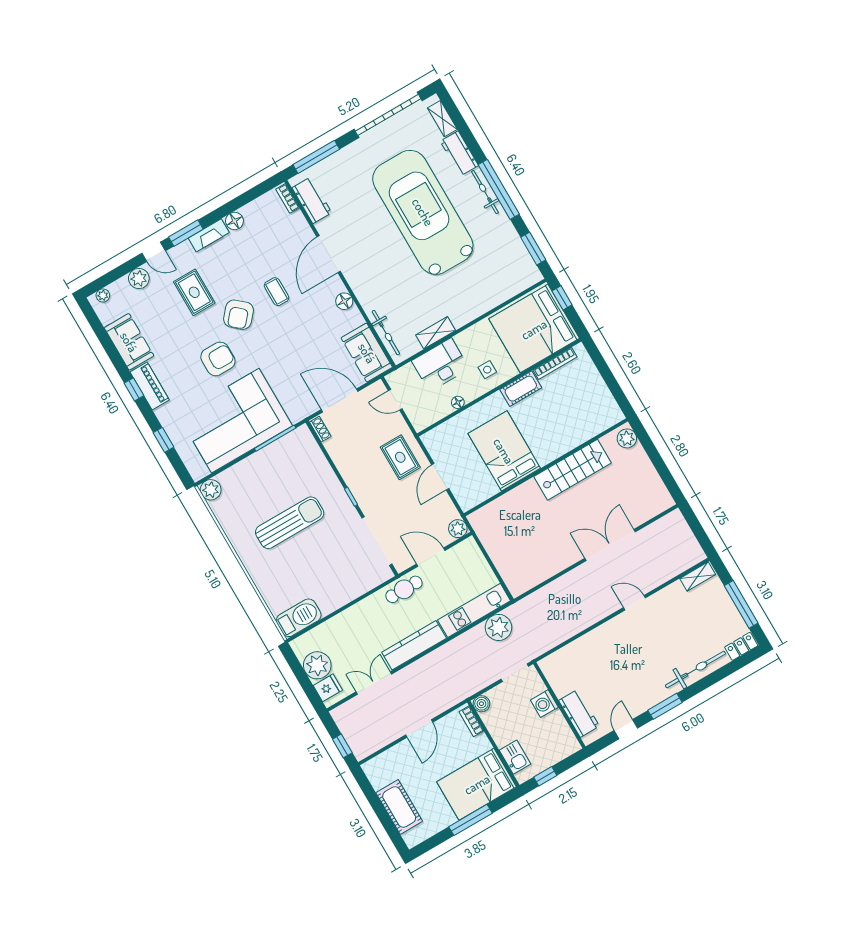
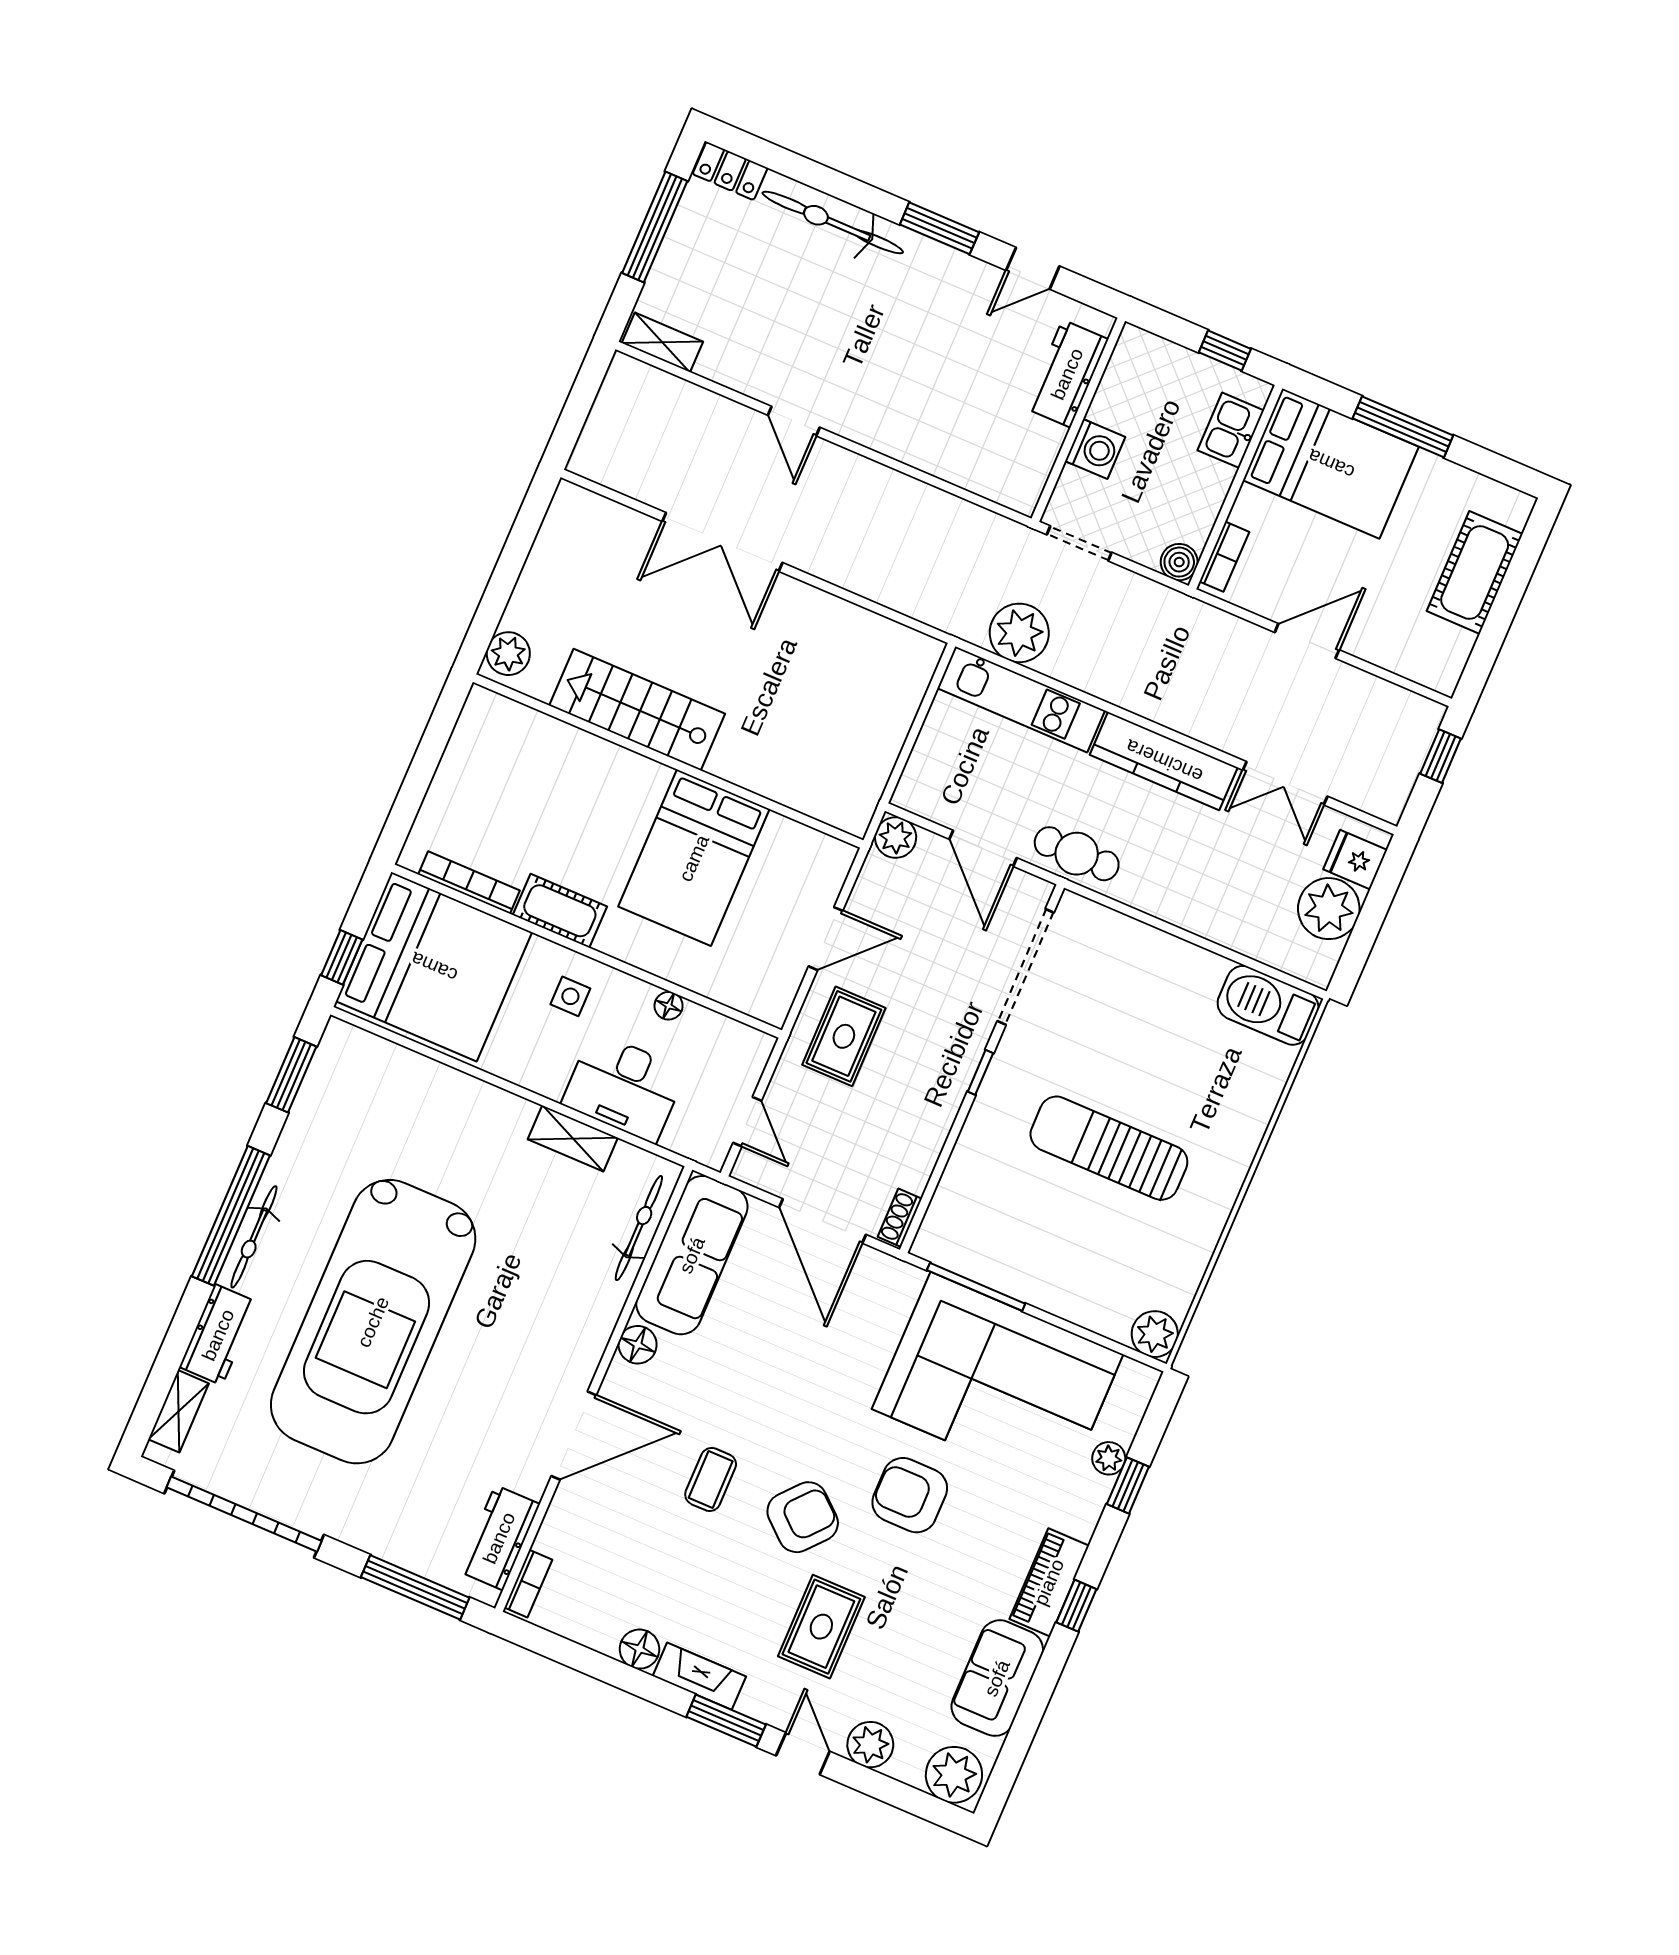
plant: (103, 295) -> (954, 1775), width x1.88, depth x1.88
sofa: (367, 353) -> (692, 1255), width x1.36
plant: (178, 440) -> (1109, 1458), added

